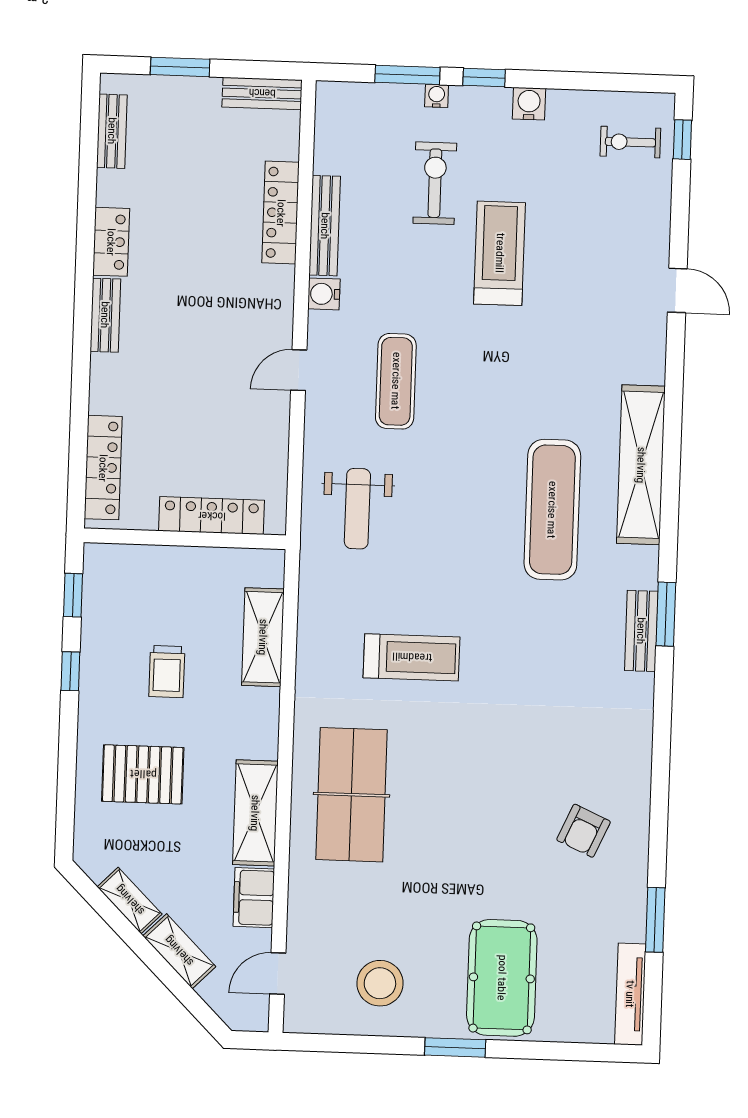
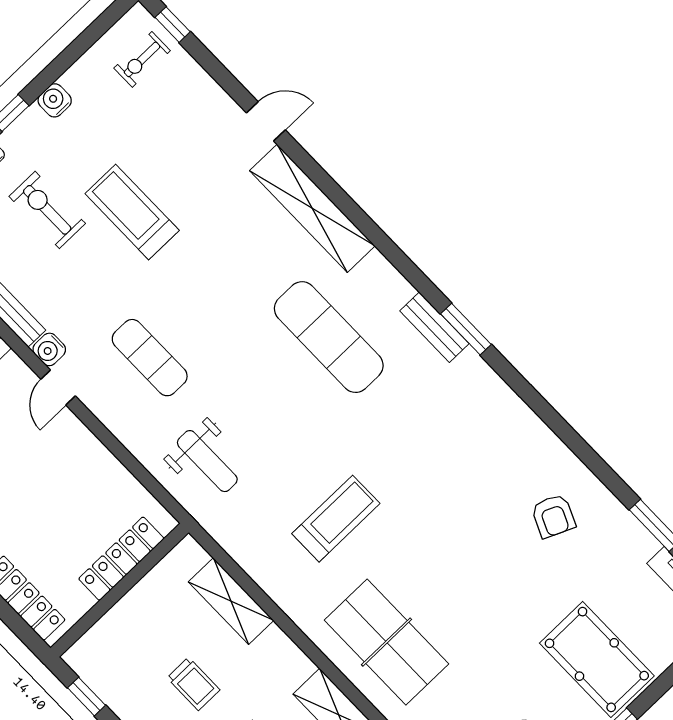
door: (299, 370) -> (58, 388), moved
shelving: (641, 465) -> (312, 208), moved
bench: (641, 631) -> (434, 327), moved

